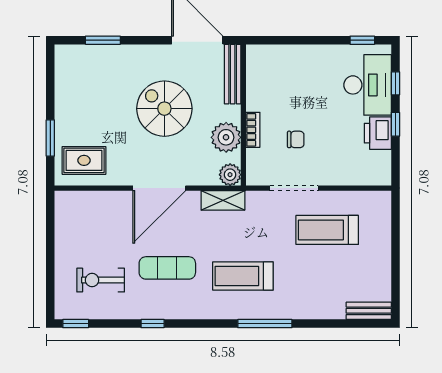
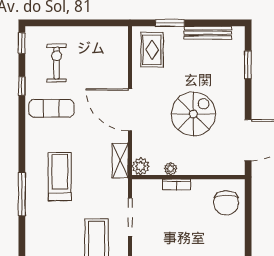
bench: (233, 74) -> (208, 33), moved
plant: (226, 137) -> (171, 169), width x0.53, depth x0.53
chair: (296, 139) -> (226, 203), moved, width x1.87, depth x1.87
exercise mat: (167, 268) -> (51, 108), moved, turned 90
window: (153, 324) -> (22, 86), moved

